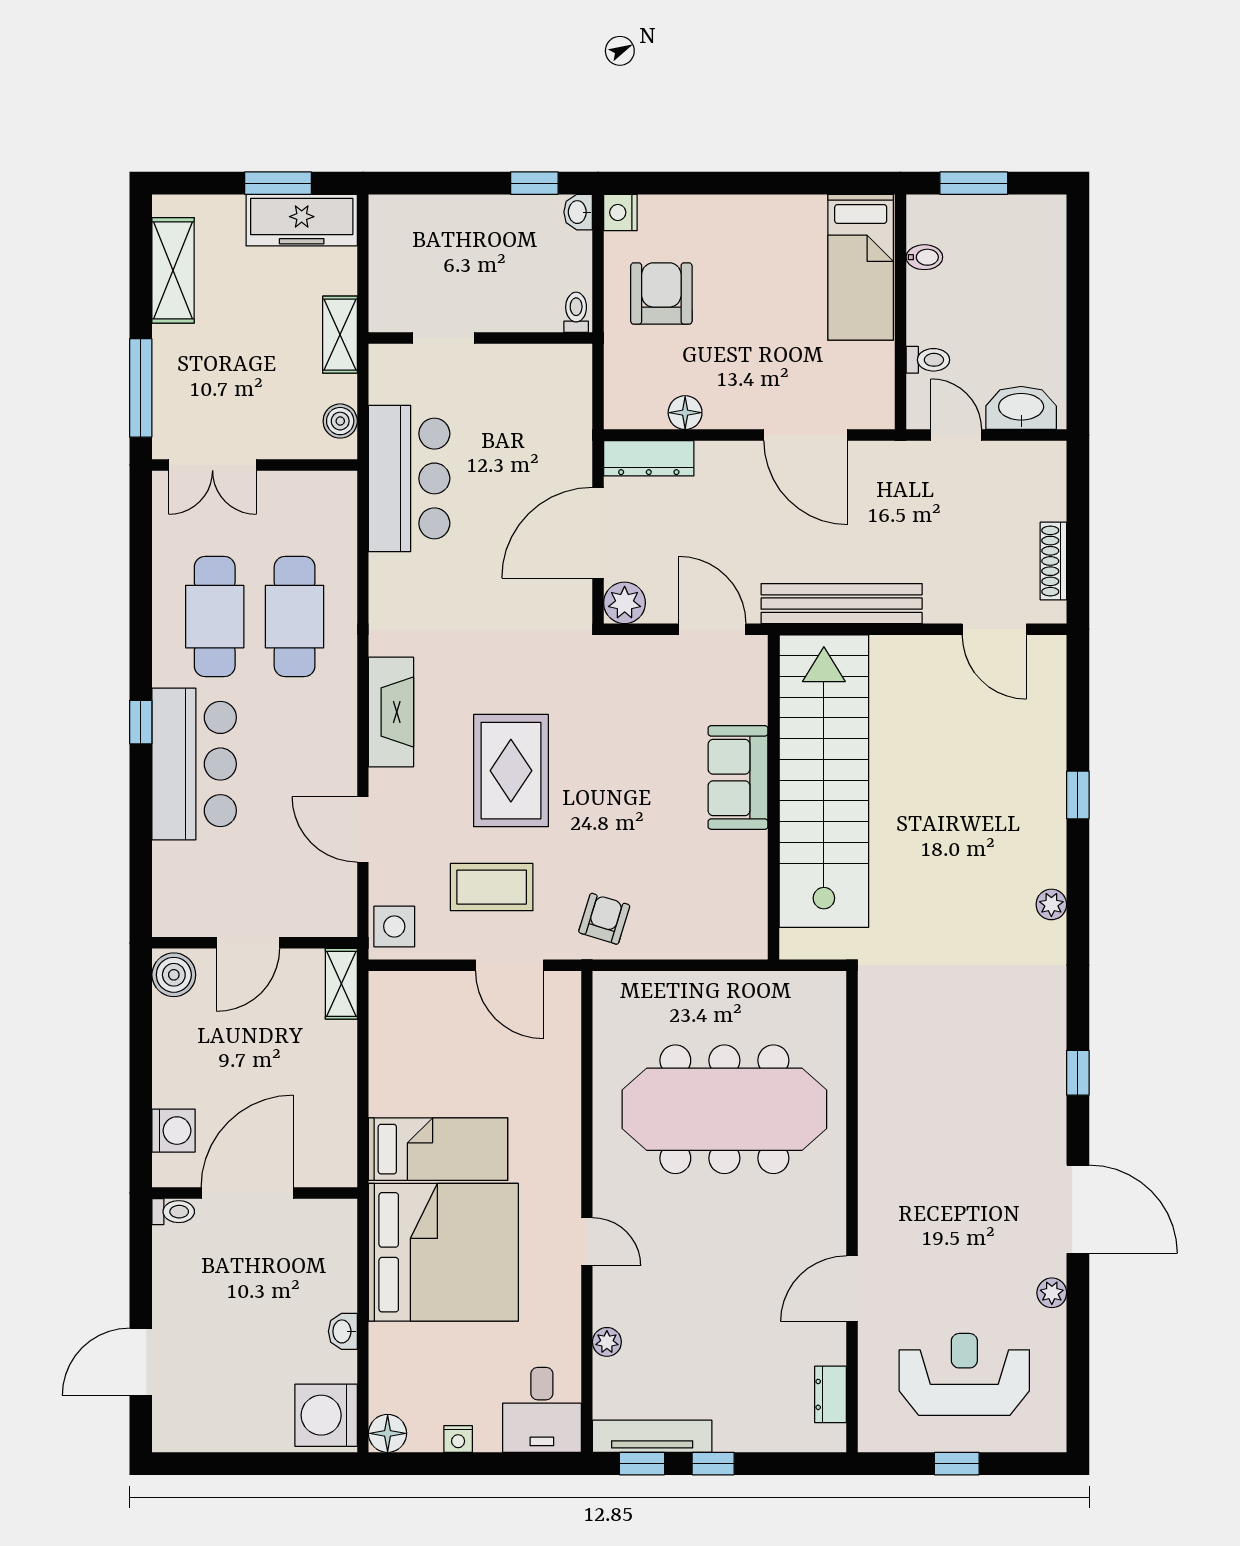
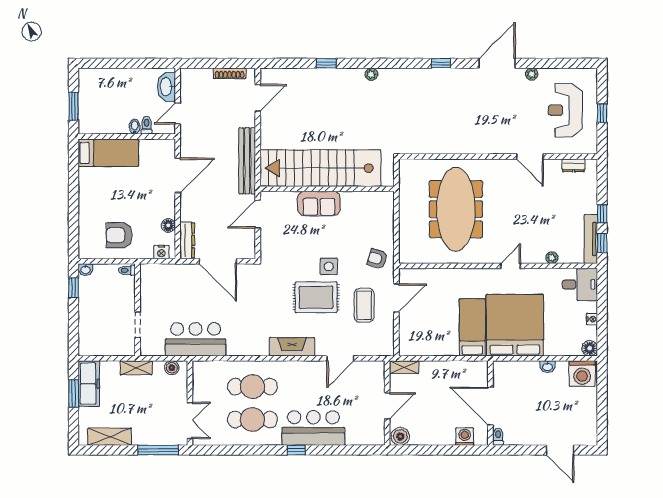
nightstand: (620, 212) -> (161, 252), moved
bidet: (924, 257) -> (135, 127), moved
plant: (625, 603) -> (247, 250), removed
side table: (394, 926) -> (329, 266), moved
door: (248, 943) -> (387, 406), hinge flipped

